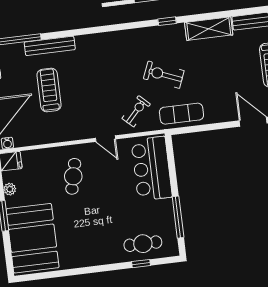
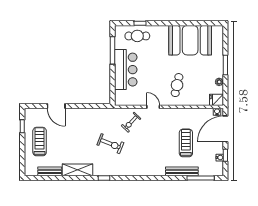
treadmill: (49, 90) -> (186, 143), turned 180
exercise mat: (181, 114) -> (102, 117), removed
bar counter: (152, 169) -> (126, 70), moved
booth: (32, 238) -> (190, 40), moved, turned 90

